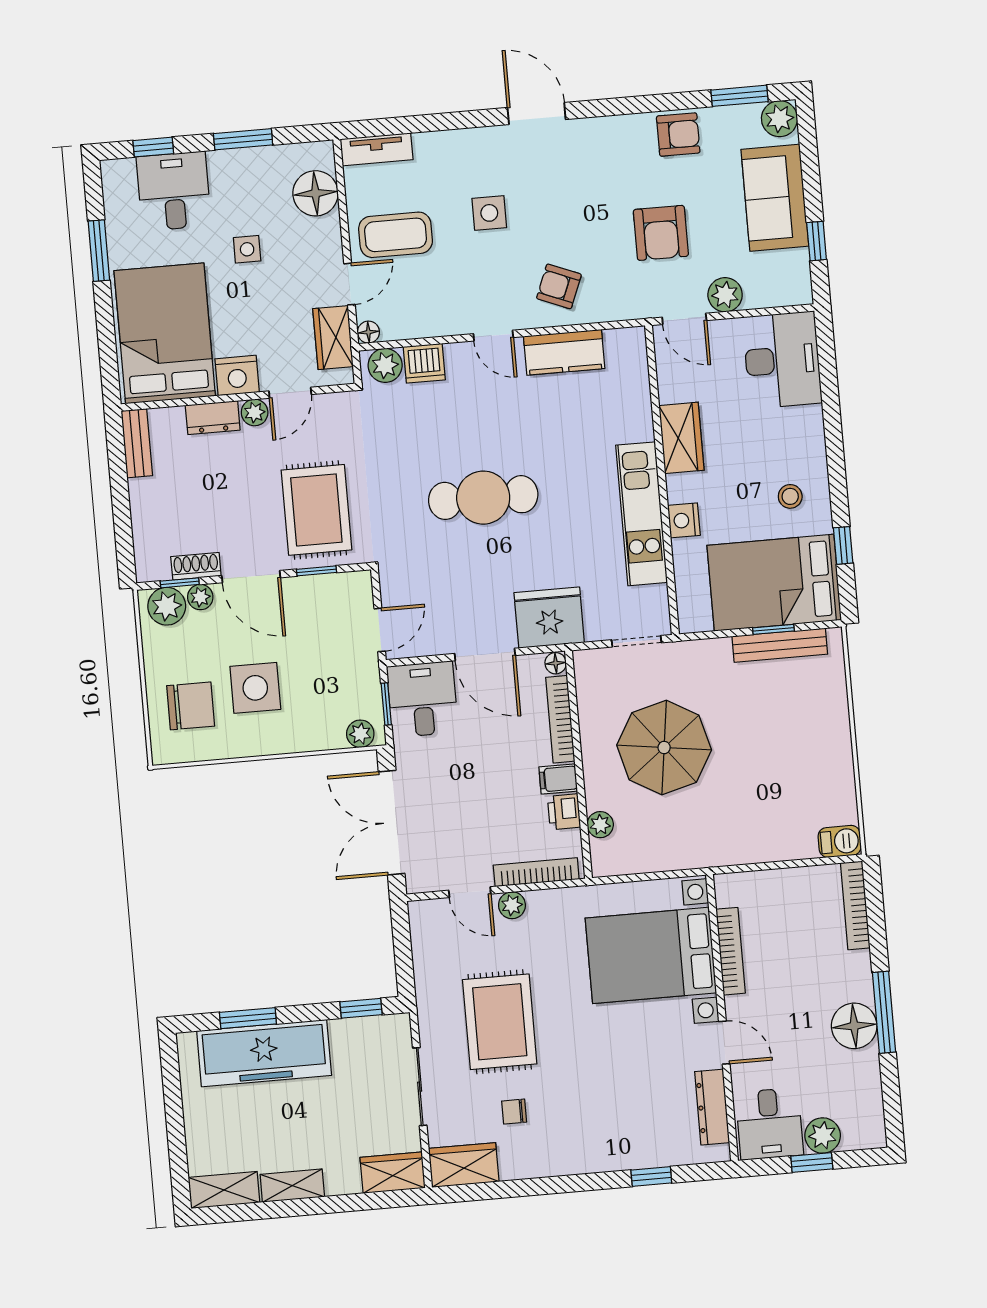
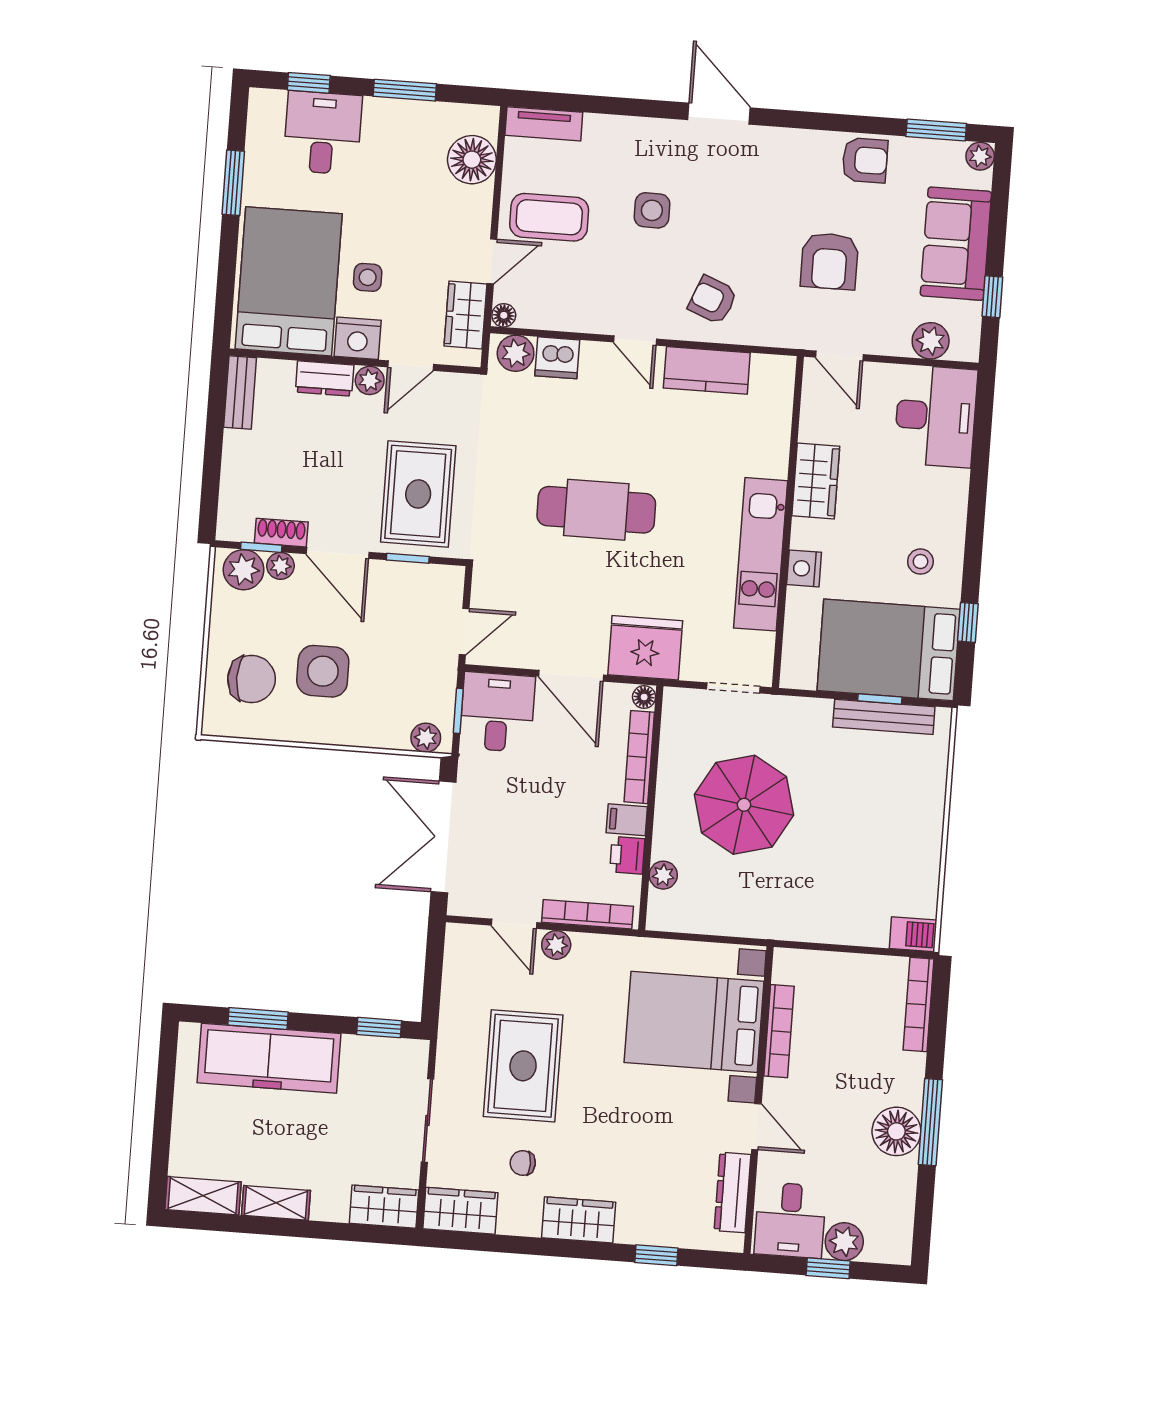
plant: (779, 119) -> (980, 156), width x0.73, depth x0.73
side table: (247, 249) -> (368, 277), moved
plant: (725, 295) -> (931, 341), moved
wardrobe: (574, 1156) -> (579, 1220), added

